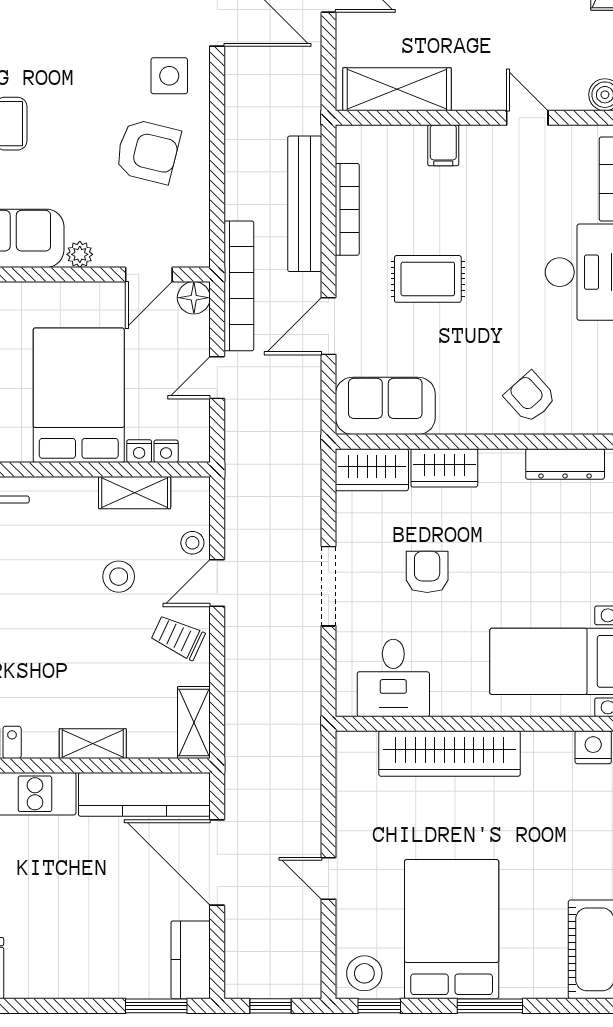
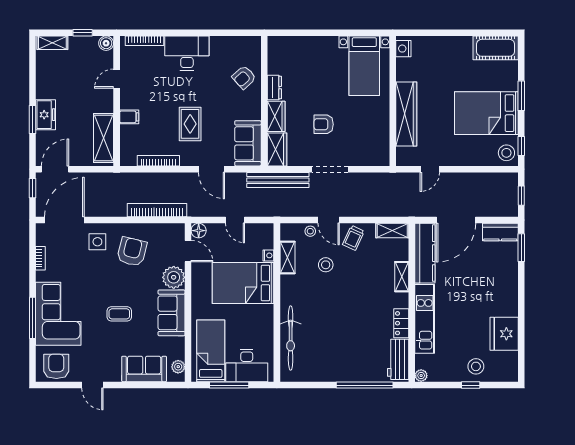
bench: (305, 204) -> (278, 180), moved
plant: (80, 254) -> (174, 277), width x1.88, depth x1.88
bookcase: (239, 286) -> (157, 210), moved
nightstand: (166, 451) -> (269, 243), removed
dresser: (565, 464) -> (274, 88), moved, width x0.70
desk: (393, 678) -> (372, 140), removed
door: (328, 878) -> (430, 169), moved

